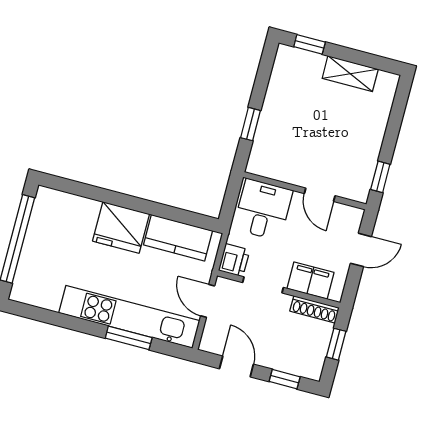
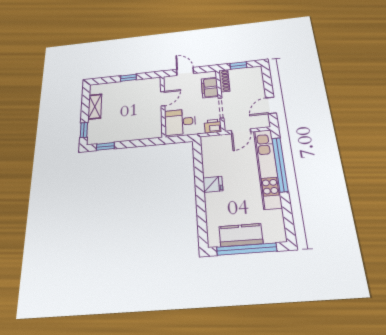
window: (251, 124) -> (105, 146), moved
window: (380, 177) -> (128, 78), moved
fridge: (121, 227) -> (213, 184), width x0.53, depth x0.75
kitchen counter: (178, 238) -> (241, 235), moved, turned -90
window: (129, 338) -> (280, 164), width x2.11
window: (285, 379) -> (267, 81), removed

